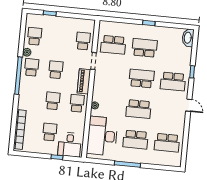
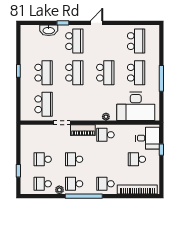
washbasin: (188, 38) -> (49, 30), moved
school desk: (83, 41) -> (43, 159), moved
school desk: (145, 48) -> (44, 73), turned 180
school desk: (142, 78) -> (74, 73), turned 180
school desk: (53, 101) -> (105, 184), moved

